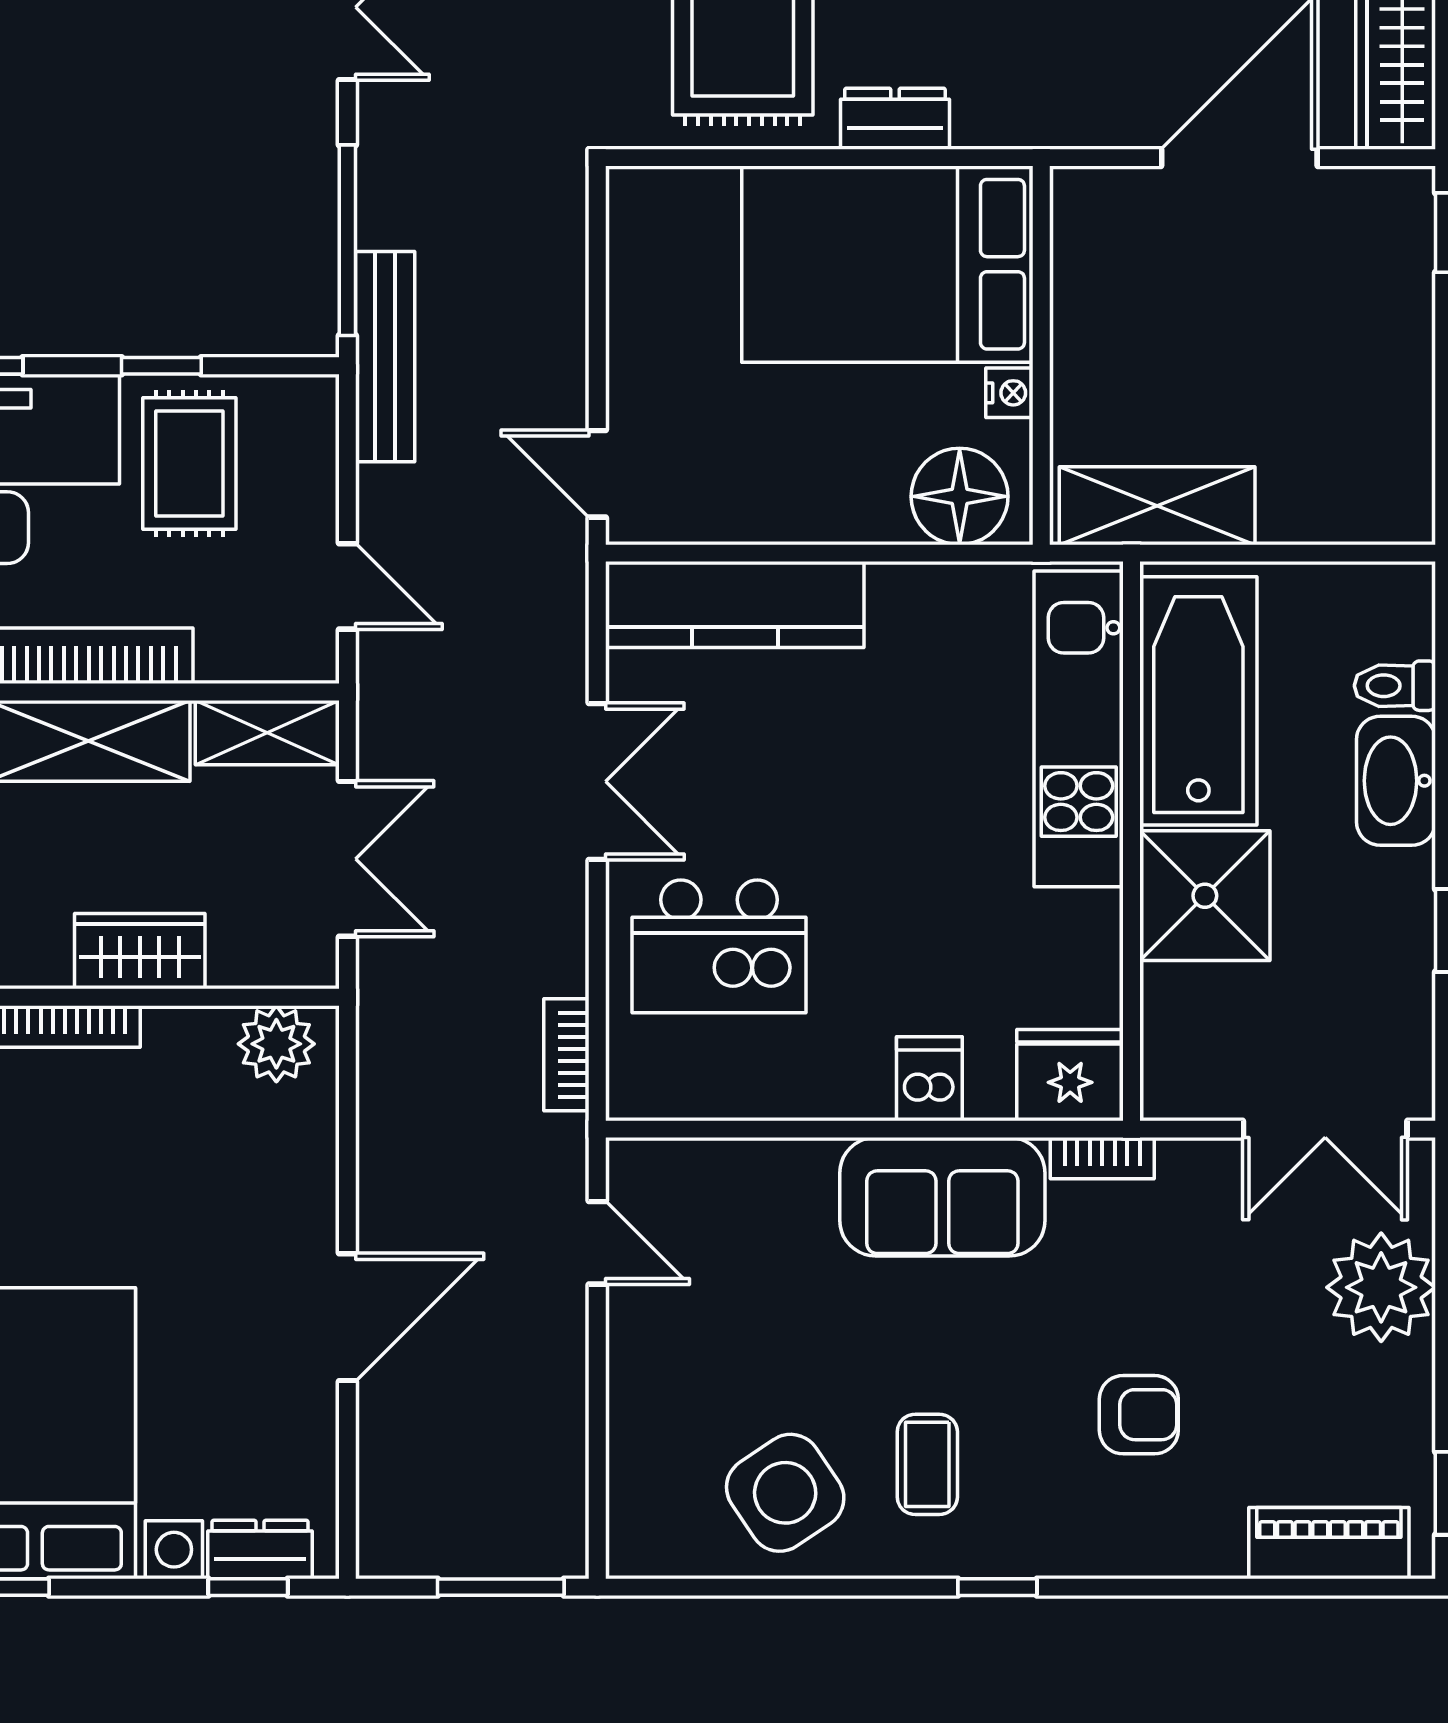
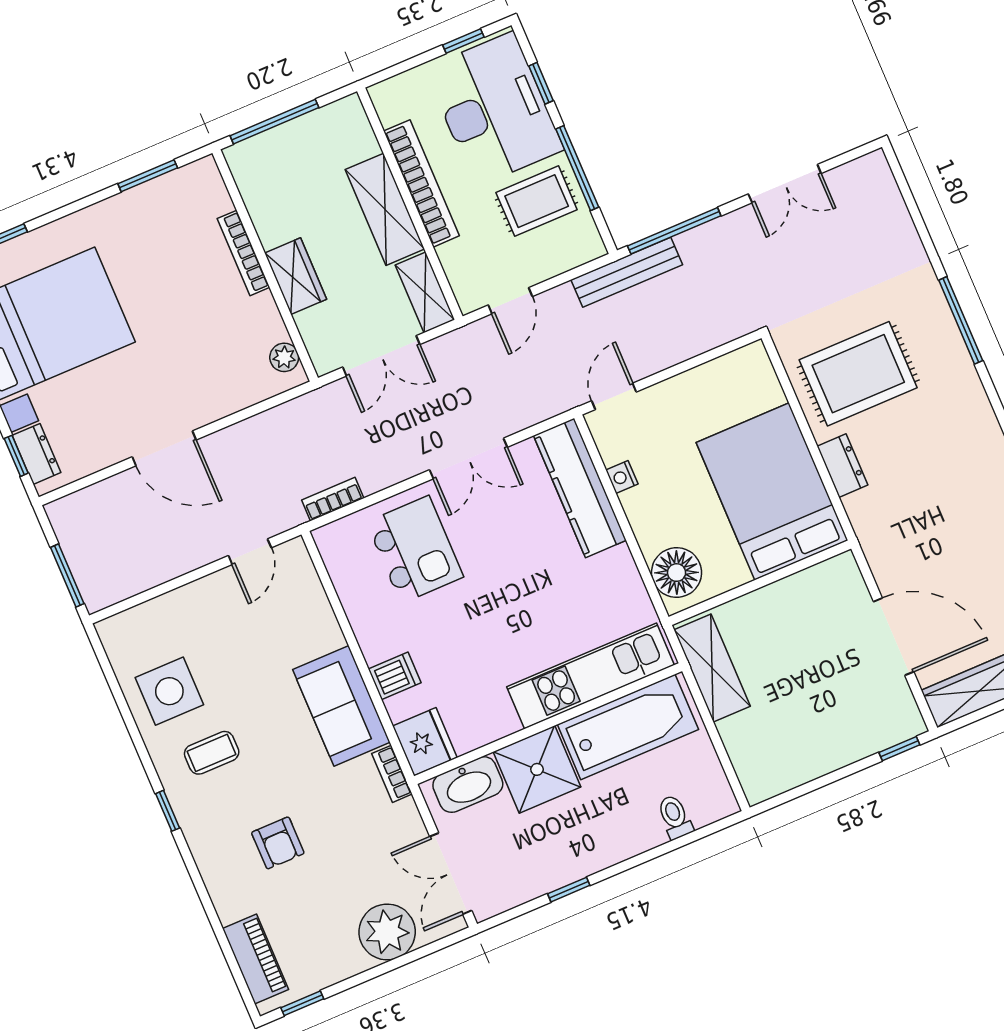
window: (161, 366) -> (577, 168), width x2.17
nightstand: (1009, 393) -> (622, 477), moved, turned 90
washbasin: (1396, 781) -> (468, 785), moved, turned 180
kitchen island: (719, 946) -> (415, 550), turned 180
plant: (276, 1044) -> (284, 357), width x0.73, depth x0.73
side table: (785, 1493) -> (169, 691), turned 34

